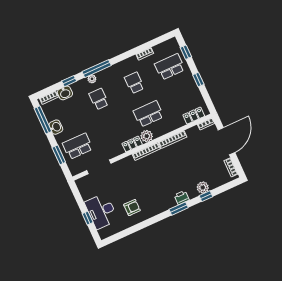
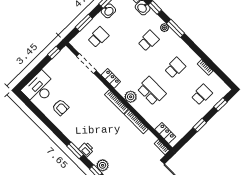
school desk: (170, 67) -> (202, 95), width x0.54
window: (97, 69) -> (176, 28), width x0.69
locker: (132, 144) -> (111, 78), moved
school desk: (78, 146) -> (98, 37), width x0.54
desk: (101, 211) -> (39, 88), moved
window: (88, 218) -> (54, 53), moved

